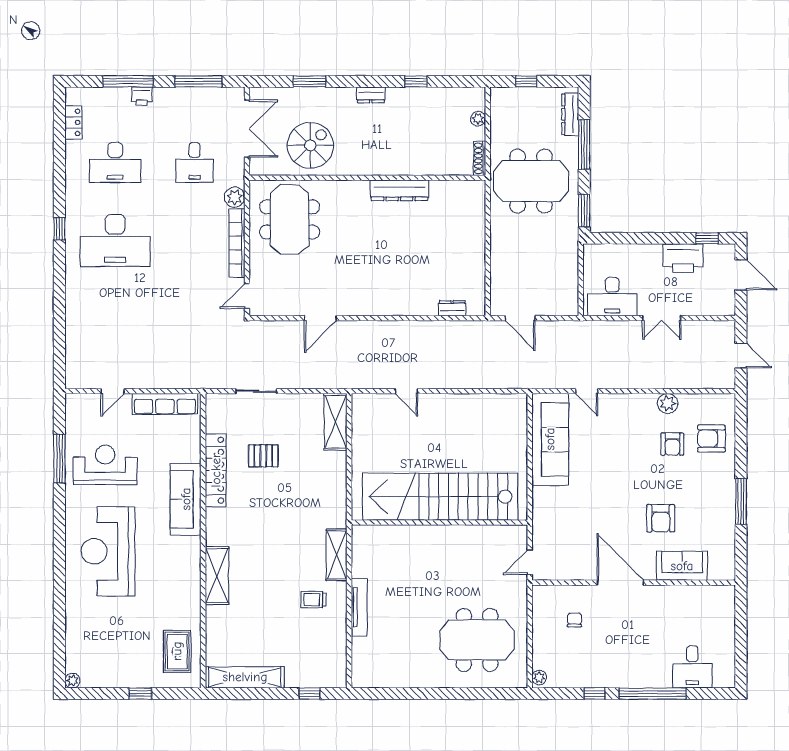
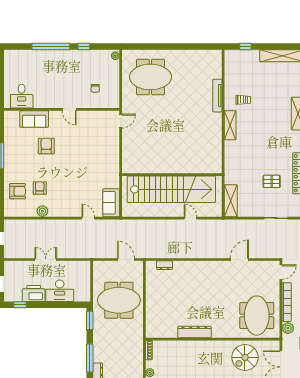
meeting table: (531, 181) -> (119, 300), moved
desk: (612, 297) -> (60, 291), moved, turned 180
sofa: (550, 439) -> (111, 203), width x0.54, depth x0.79
stairs: (440, 497) -> (171, 189), moved
wall: (439, 522) -> (172, 175), moved
door: (620, 583) -> (69, 109), width x0.53
desk: (692, 667) -> (22, 96), moved, turned 180

